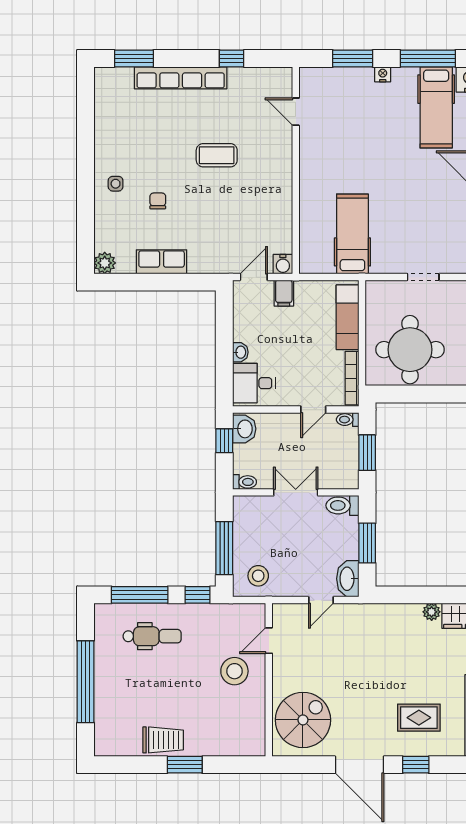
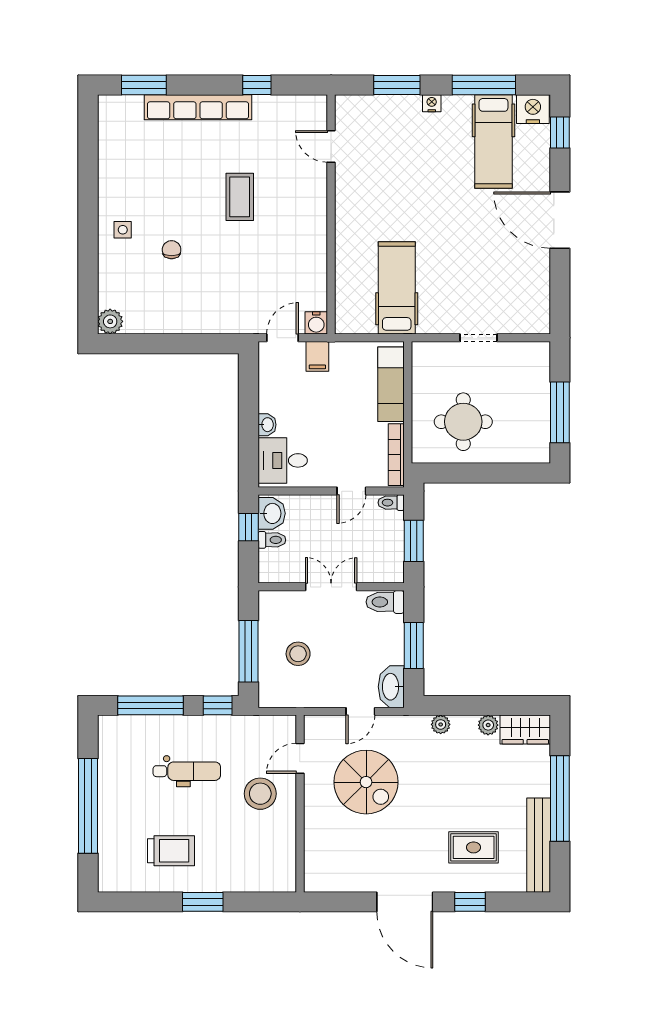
coffee table: (217, 155) -> (240, 197), turned 90
row of seats: (162, 262) -> (176, 320), removed
round table: (410, 350) -> (463, 422), width x0.73, depth x0.73
toilet: (245, 482) -> (272, 540), moved
stool: (258, 576) -> (298, 654), moved
plant: (390, 611) -> (441, 724), added
dental chair: (152, 636) -> (187, 771), moved
spiral stairs: (303, 720) -> (366, 782), moved, turned 90
trolley: (163, 740) -> (171, 851), moved

